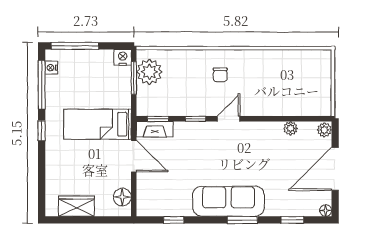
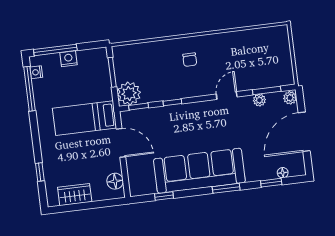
nightstand: (123, 57) -> (68, 59), moved
plant: (149, 72) -> (129, 93), moved
door: (229, 119) -> (227, 96), moved
window: (300, 119) -> (267, 91), added
fireplace: (155, 129) -> (137, 116), removed
window: (42, 131) -> (40, 172), moved
sofa: (228, 201) -> (199, 171), width x1.36, depth x1.27
floor lamp: (326, 211) -> (283, 173), moved

